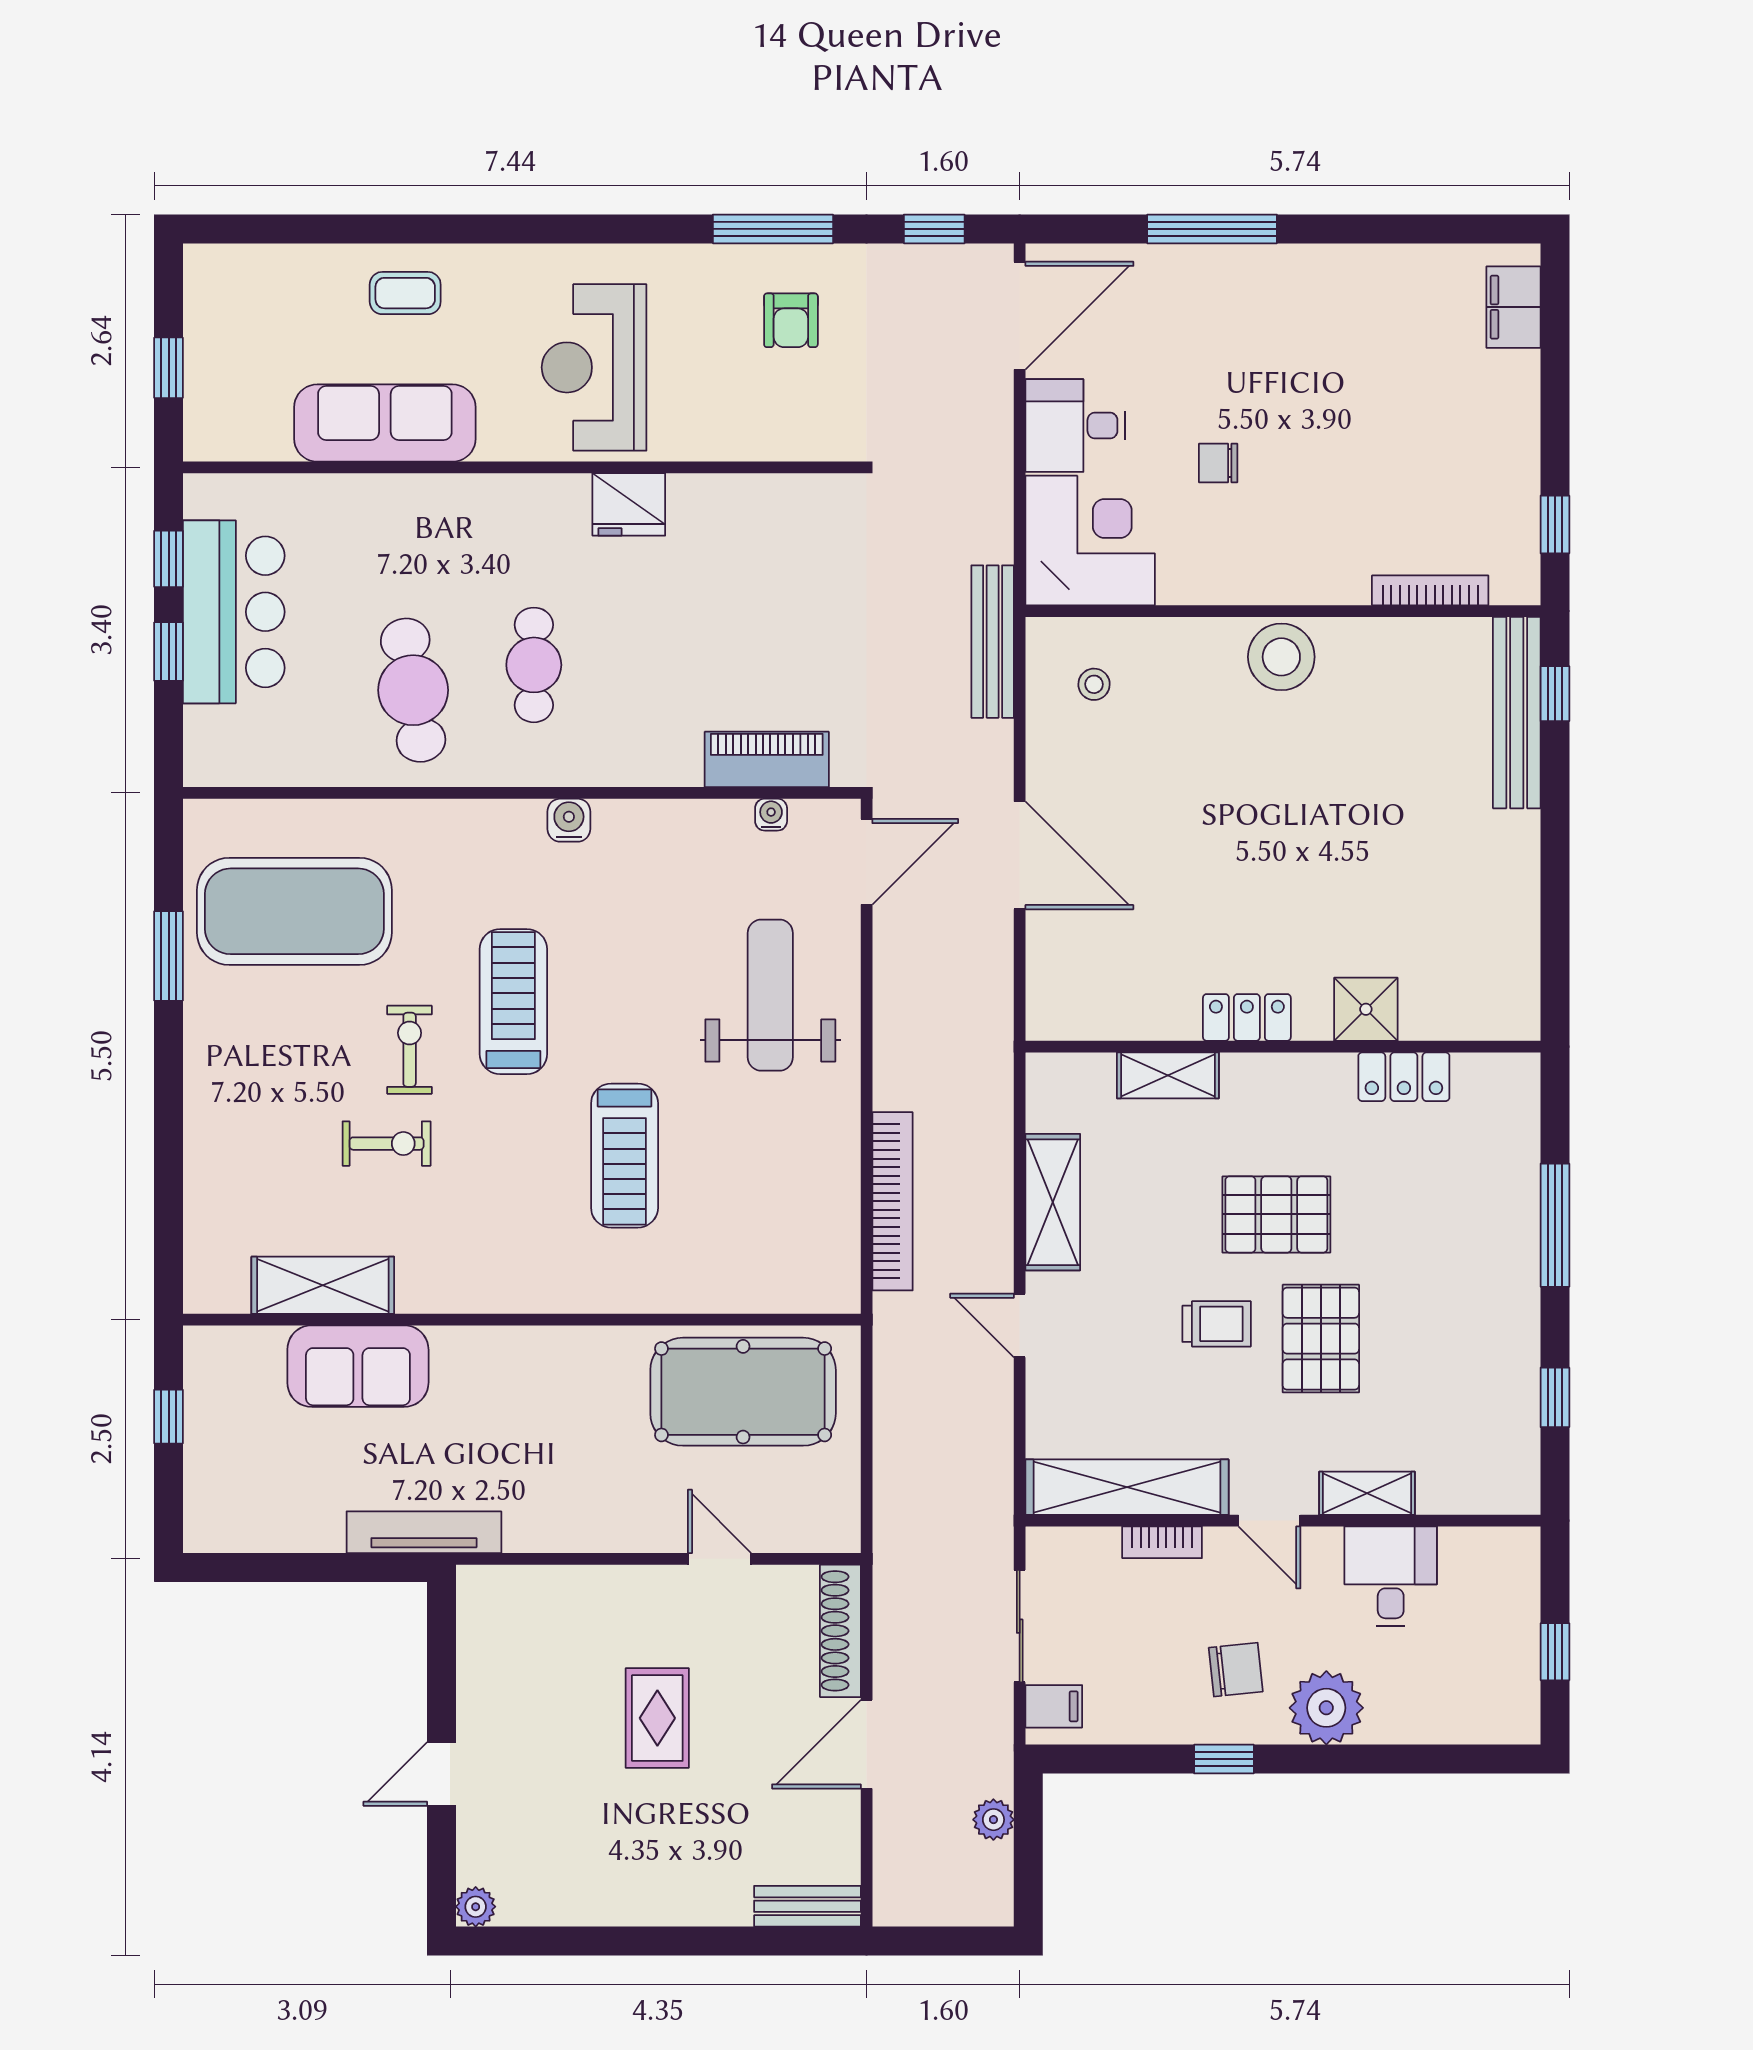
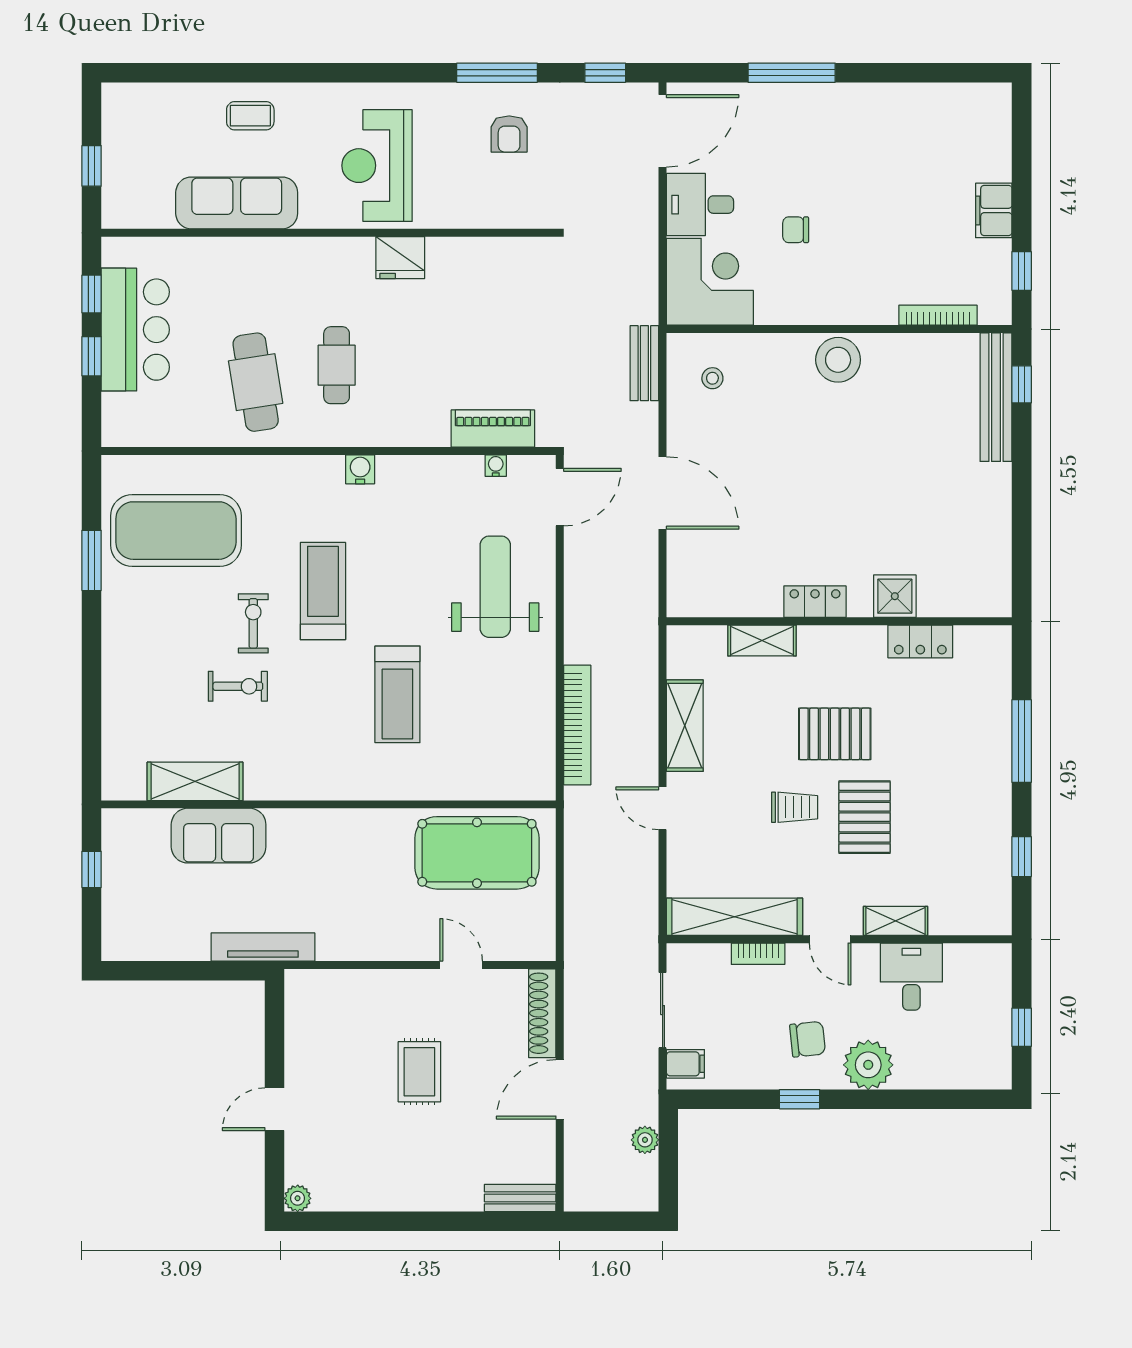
filing cabinet: (1513, 307) -> (994, 210), moved
bench: (993, 642) -> (644, 363), width x0.73

